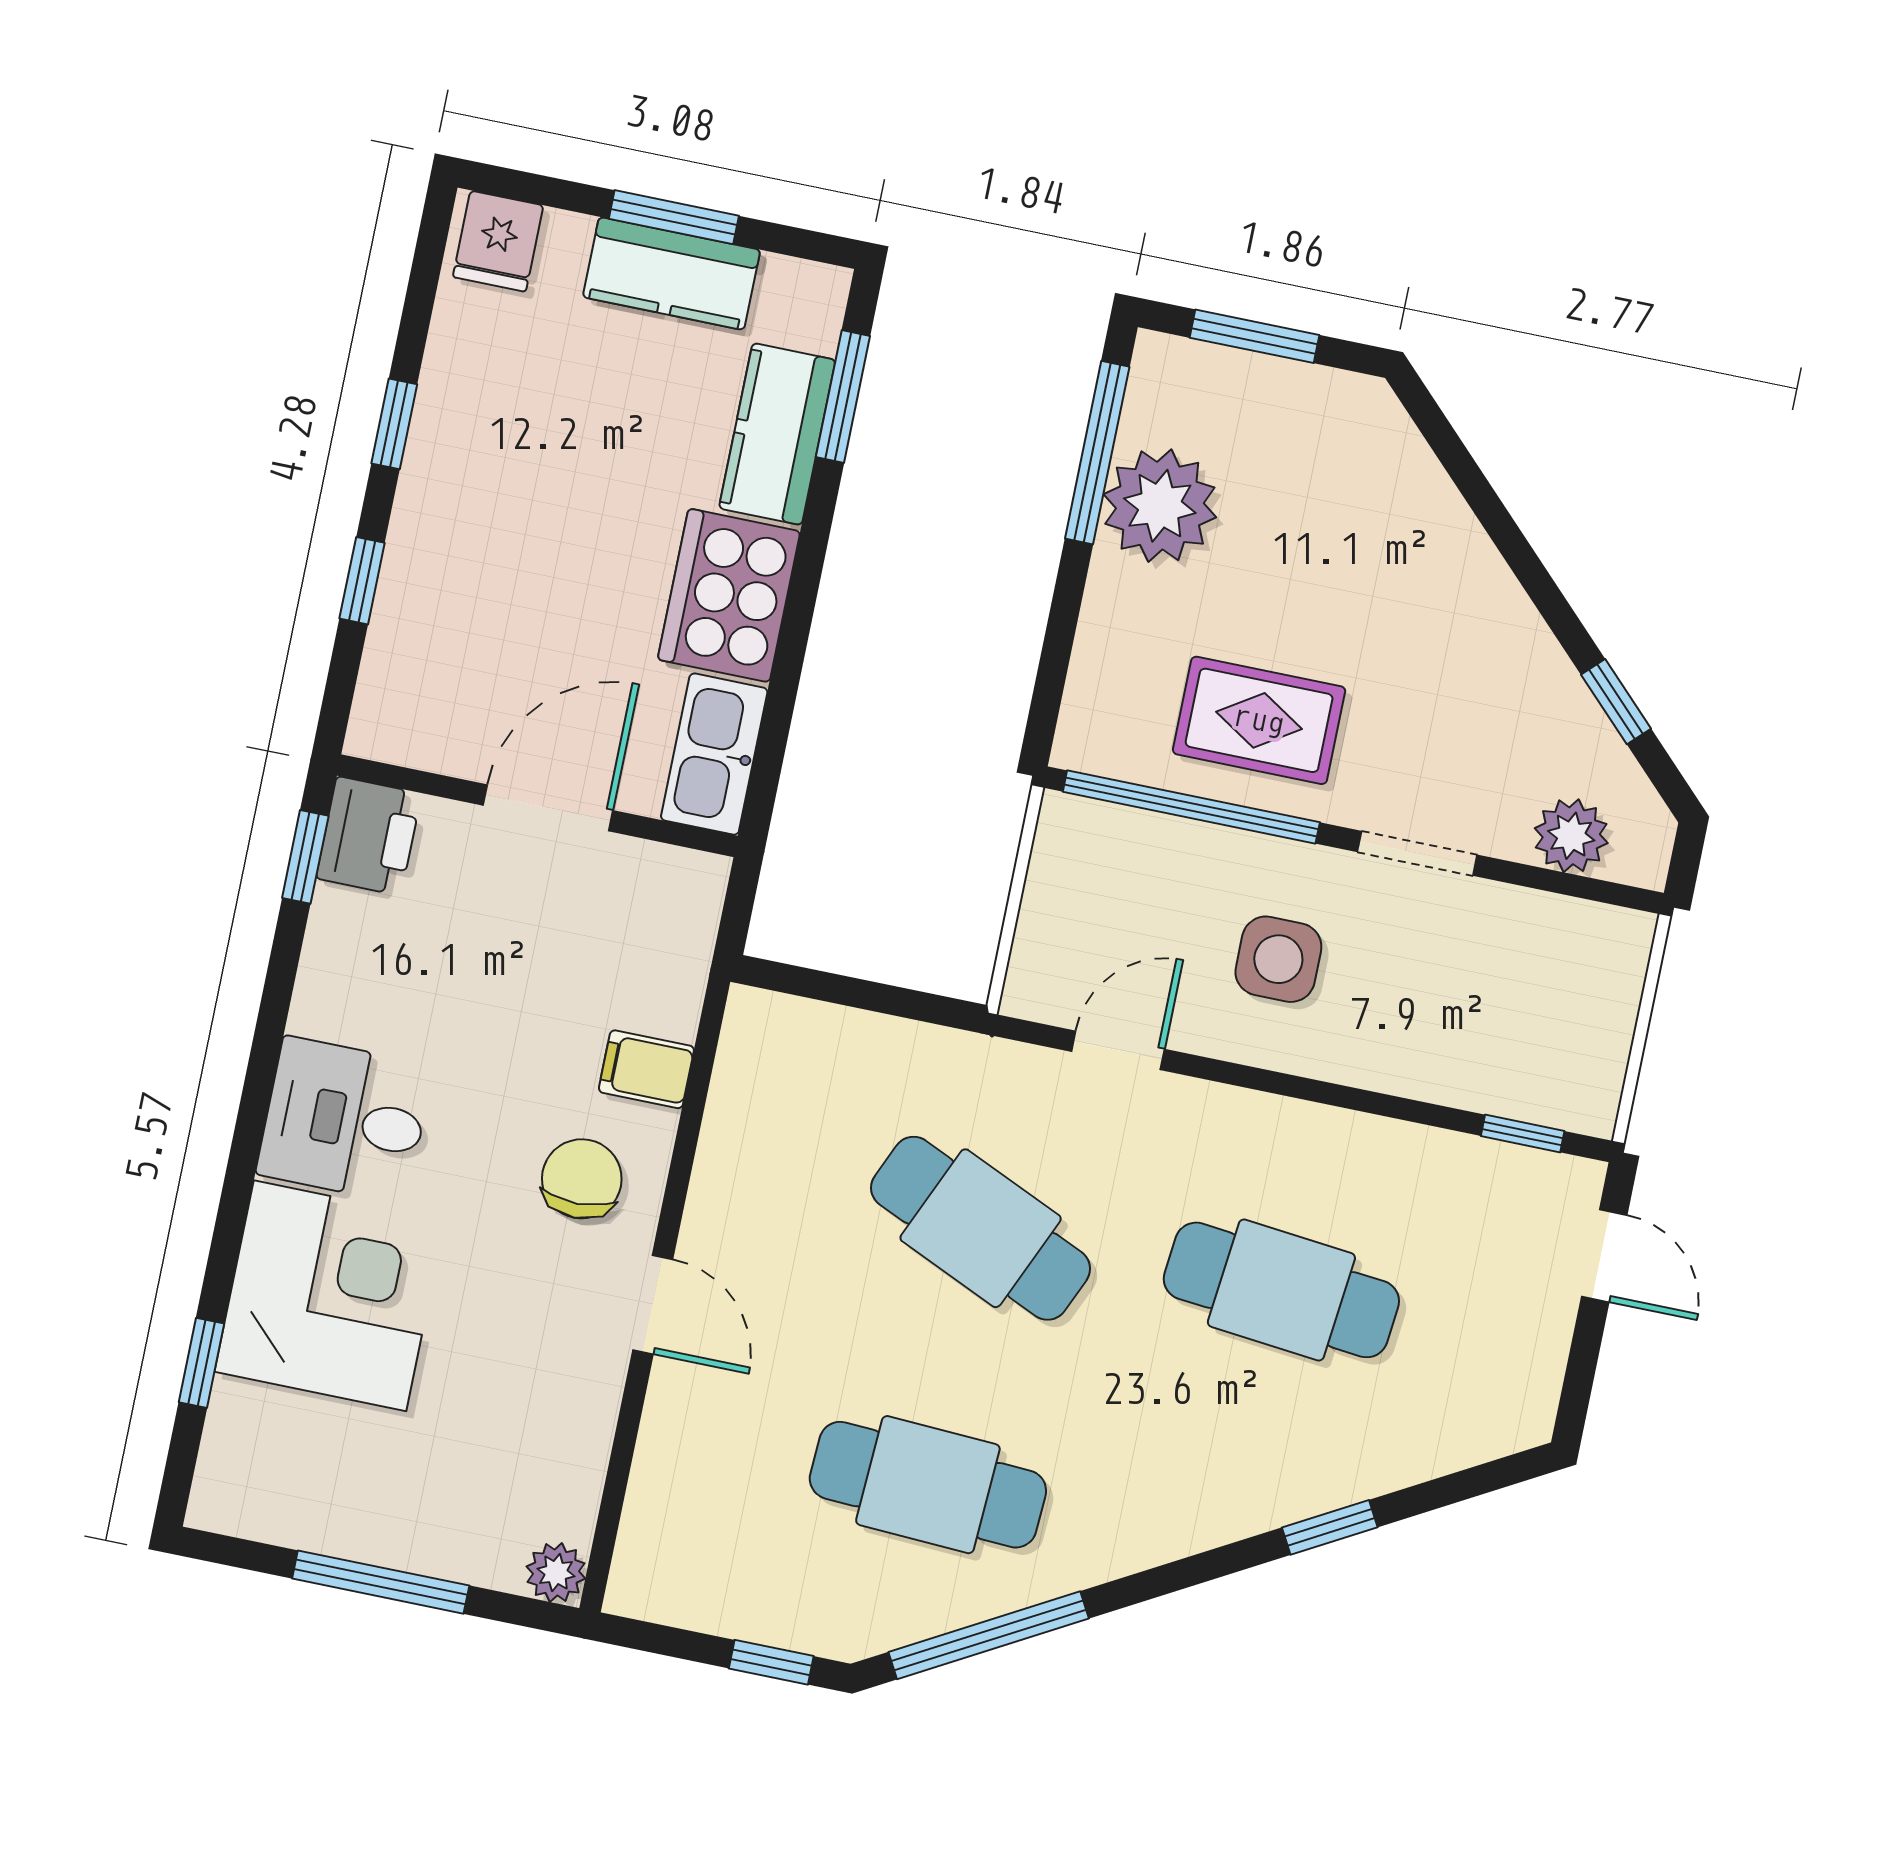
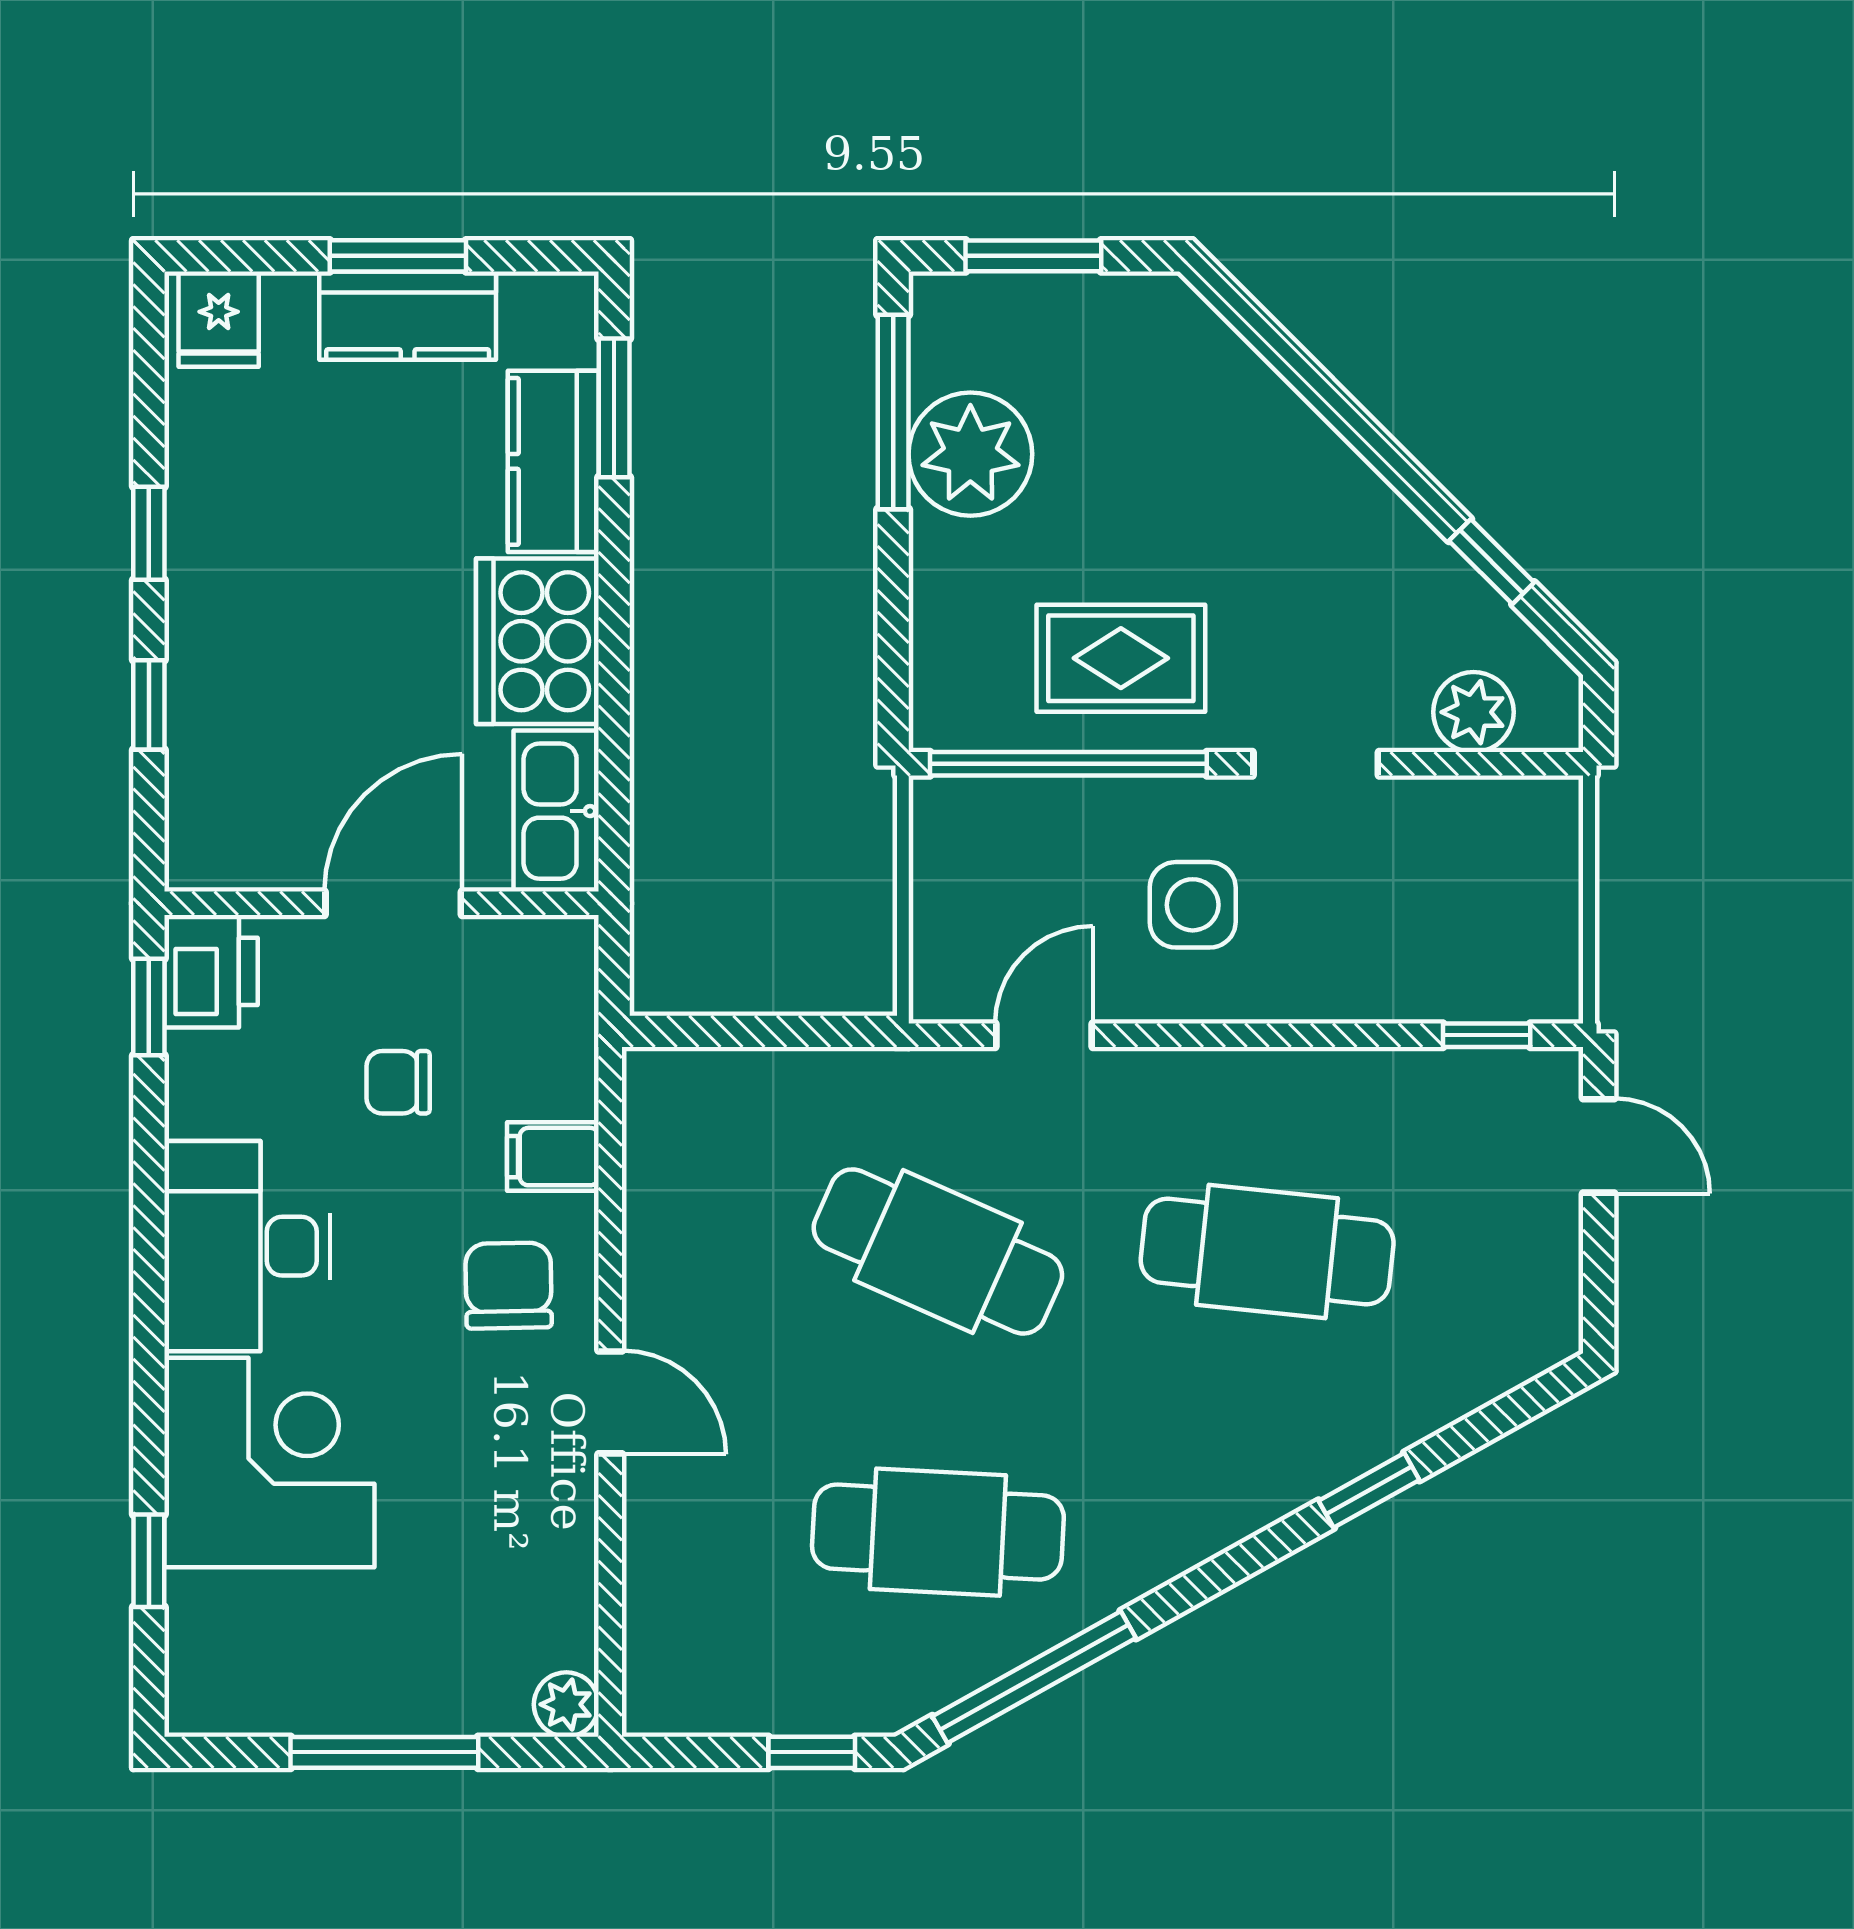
chair: (519, 972) -> (398, 1082), added
desk: (345, 1120) -> (247, 1246), width x1.37

